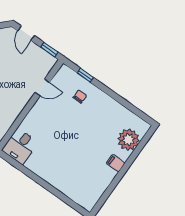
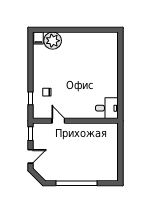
filing cabinet: (116, 163) -> (38, 38), moved

